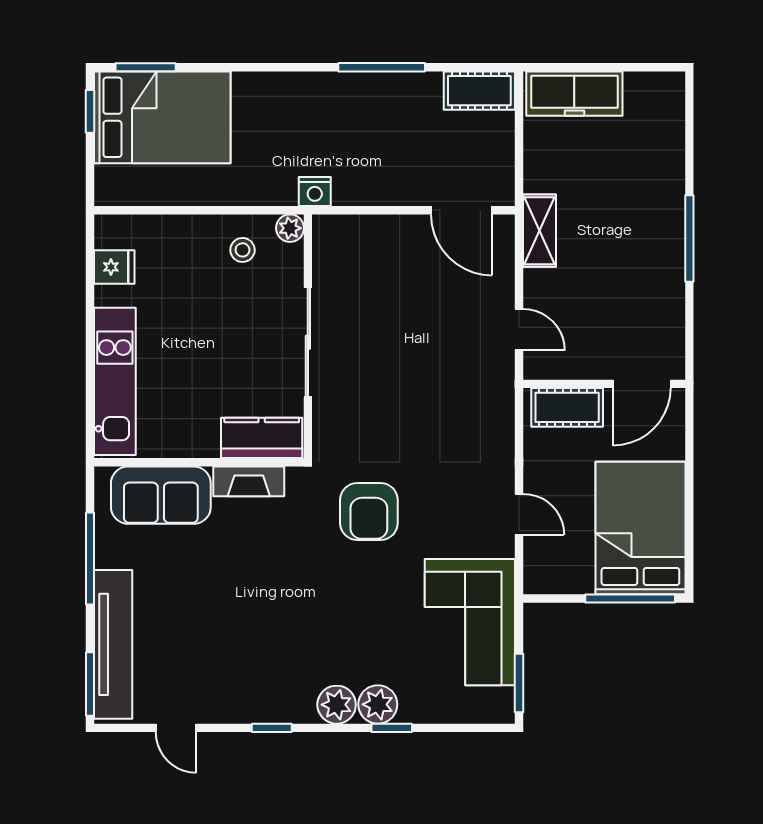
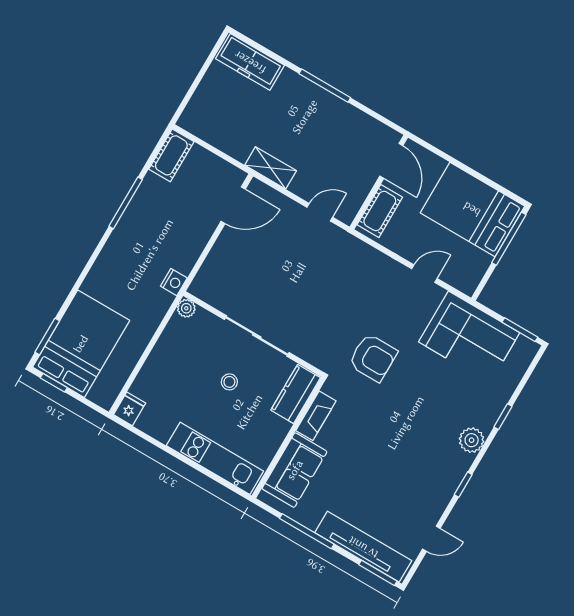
freezer: (574, 94) -> (250, 62), moved, turned 90
stool: (243, 250) -> (229, 382), moved
fridge: (114, 267) -> (130, 409), moved
plant: (378, 704) -> (485, 417), removed

